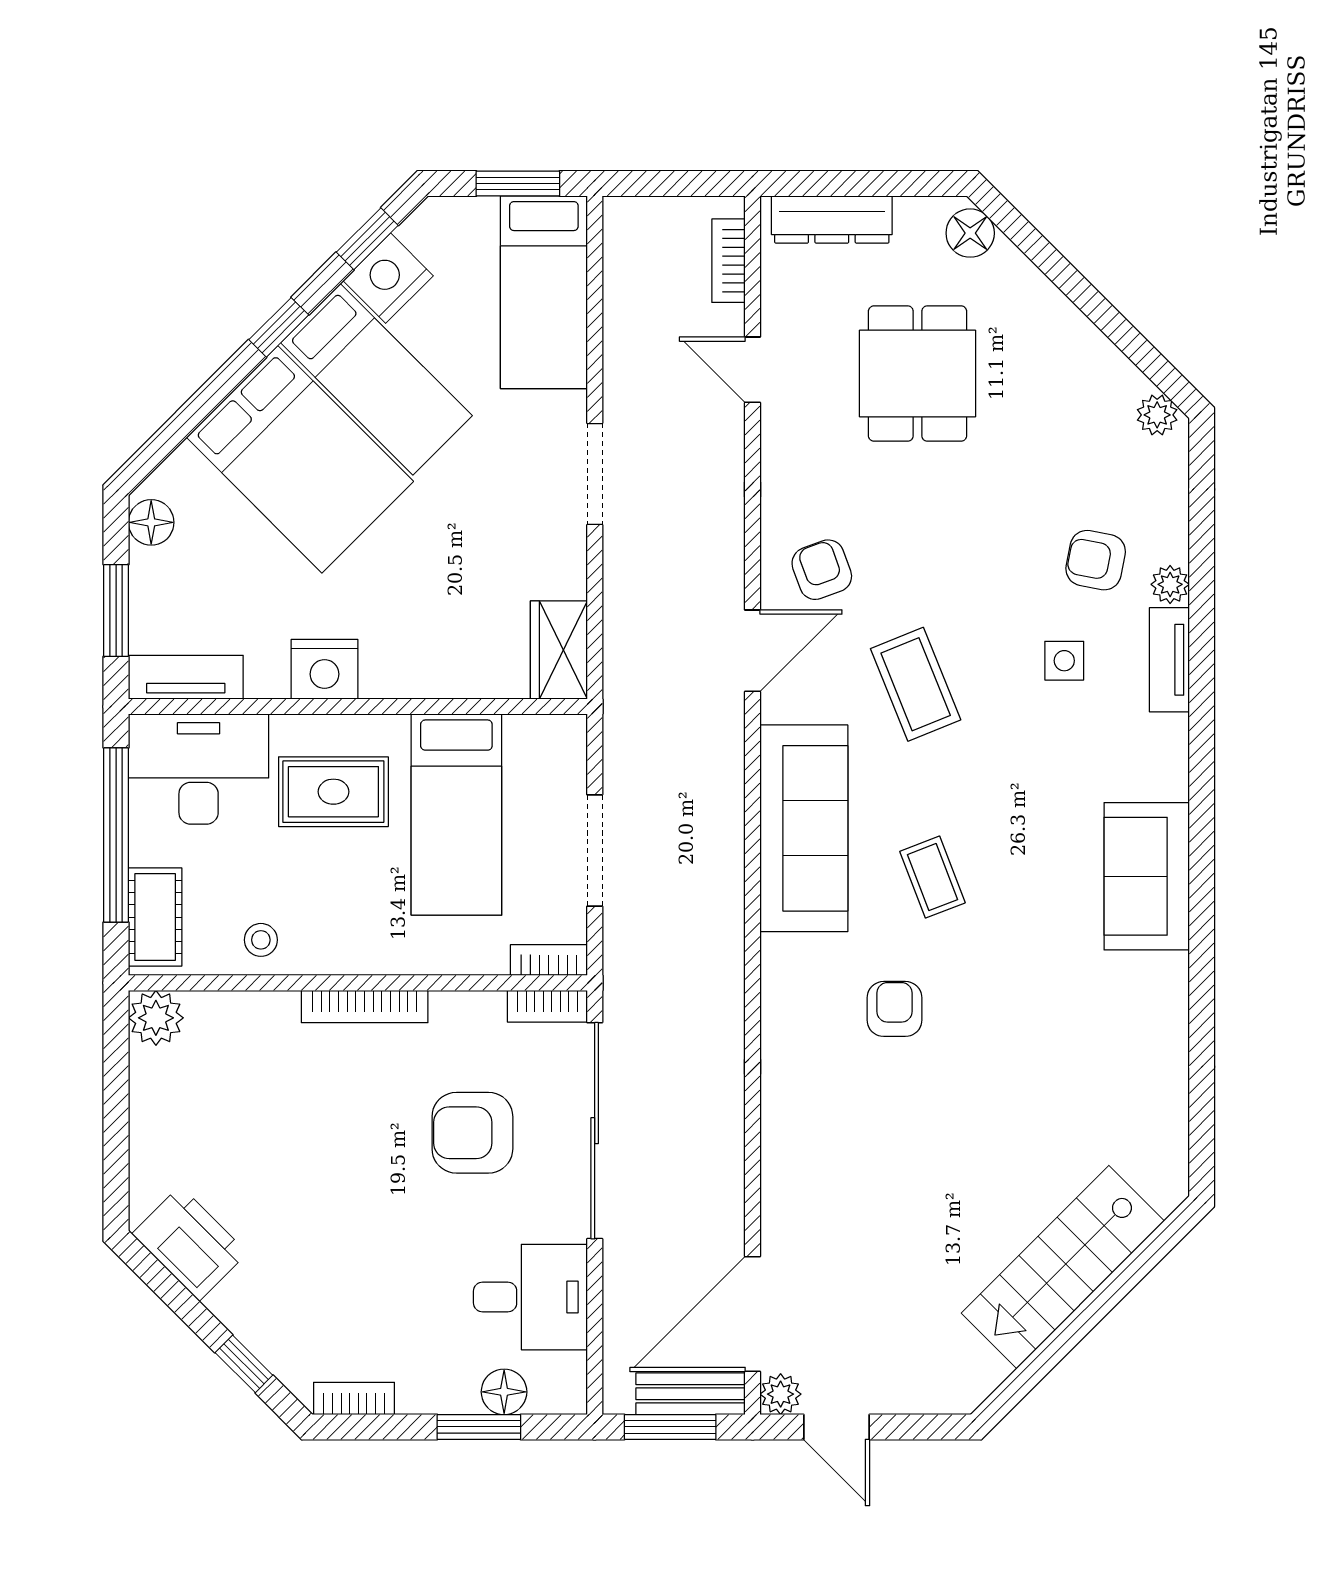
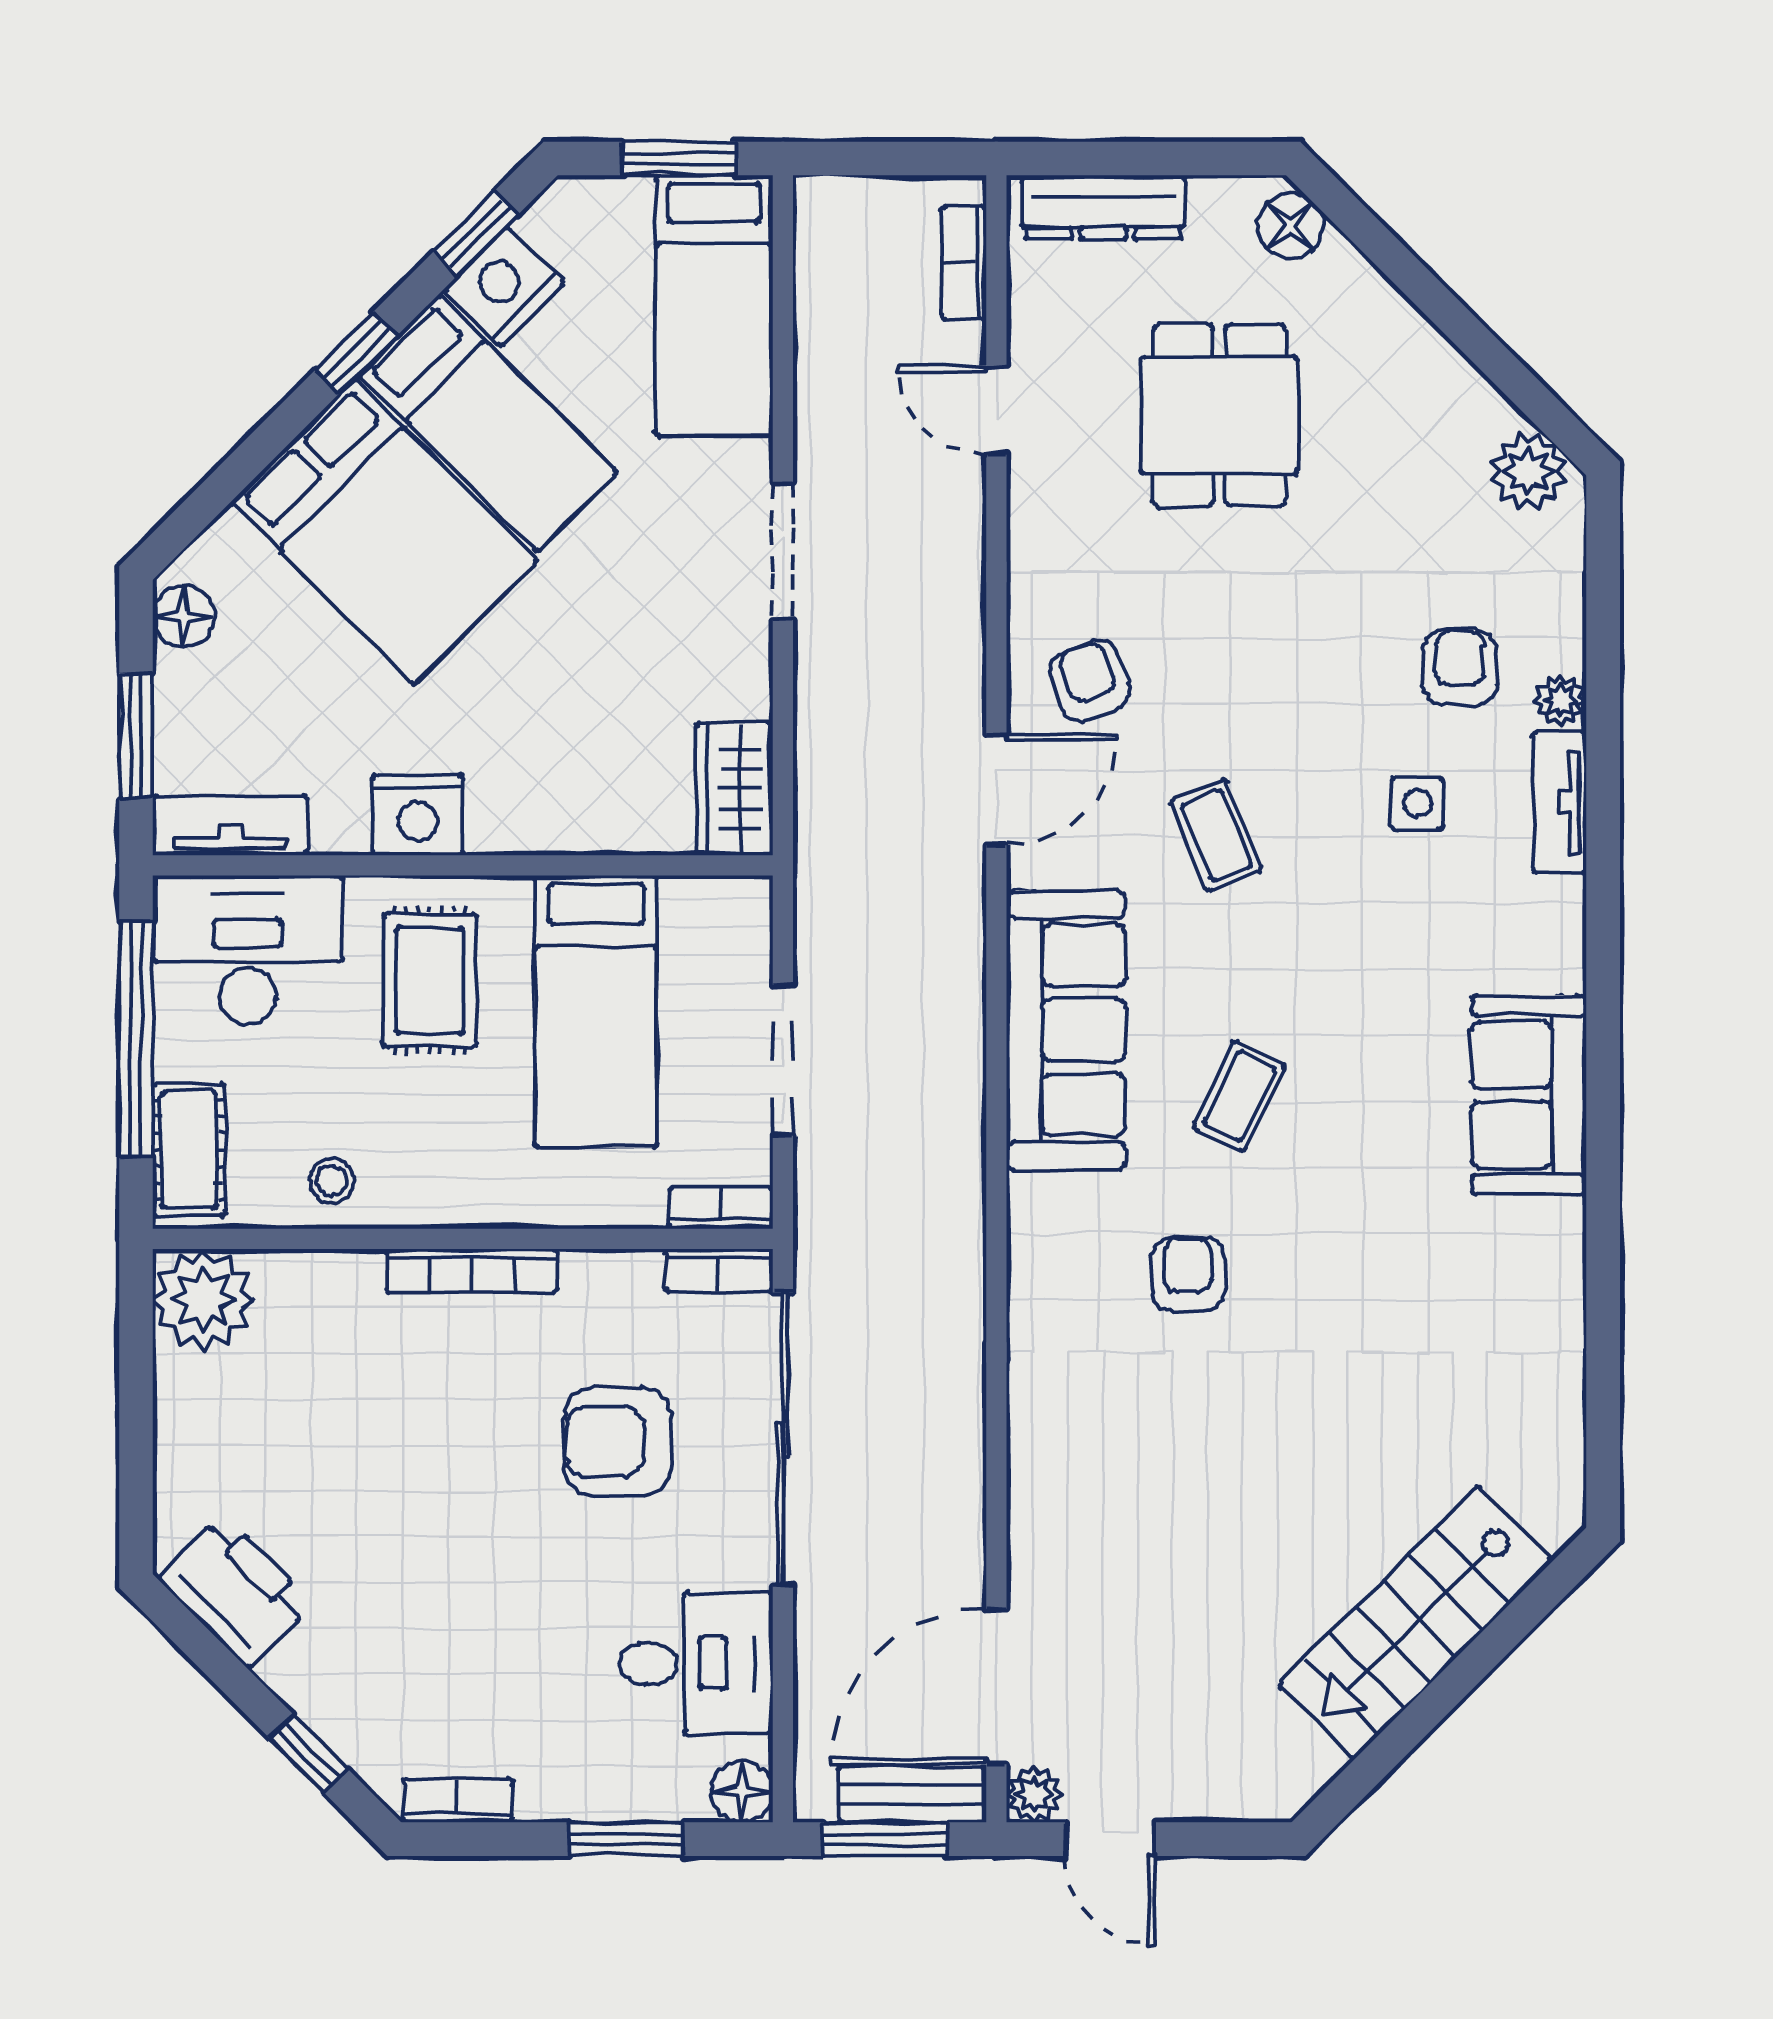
plant: (1157, 415) -> (1528, 471), width x1.38, depth x1.38
armchair: (1096, 560) -> (1460, 668), turned 79
coffee table: (916, 684) -> (1217, 835), width x0.73, depth x0.77
rug: (333, 792) -> (430, 981), turned 90
coffee table: (933, 877) -> (1239, 1096), turned 47
plant: (156, 1018) -> (203, 1300), width x1.36, depth x1.36
floor lamp: (504, 1392) -> (742, 1792), moved

